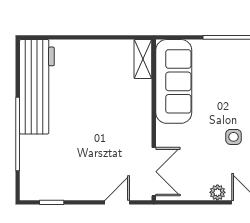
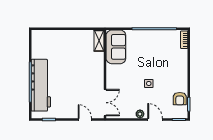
sofa: (174, 81) -> (116, 47), width x0.73
workbench: (37, 87) -> (41, 85), moved
door: (117, 202) -> (85, 119), hinge flipped

